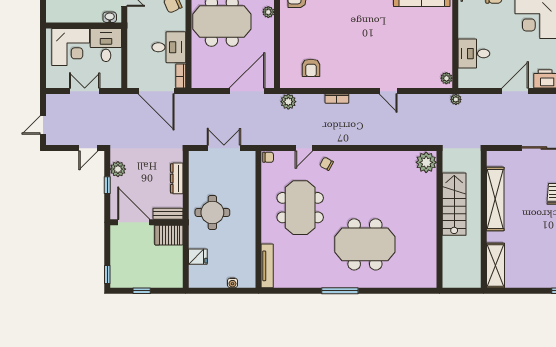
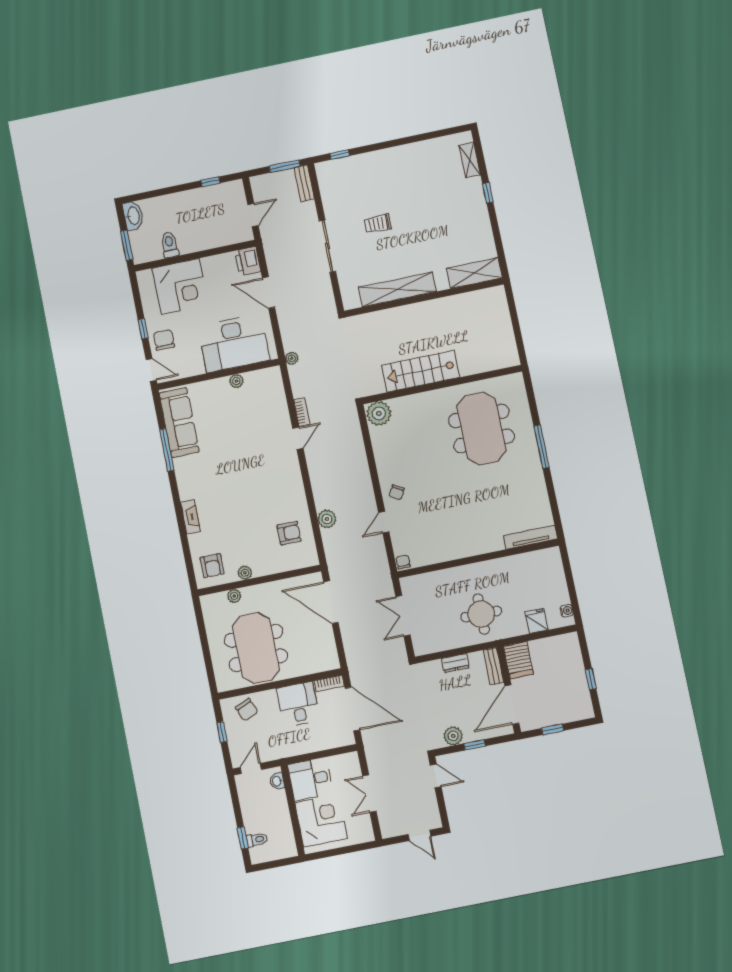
plant: (286, 25) -> (245, 573), added
desk: (474, 54) -> (234, 343), width x1.87, depth x1.30
plant: (446, 78) -> (236, 381), moved
door: (156, 91) -> (352, 709), hinge flipped
bookcase: (337, 99) -> (302, 412), moved
plant: (288, 102) -> (327, 519), moved
door: (304, 148) -> (384, 522), swing flipped
plant: (426, 162) -> (379, 413), moved
dresser: (177, 178) -> (455, 663), width x0.70
stairs: (454, 204) -> (421, 371), moved
meeting table: (300, 208) -> (454, 513), removed
wall: (439, 219) -> (442, 385), moved
window: (107, 275) -> (553, 729), moved
water cooler: (232, 283) -> (567, 611), moved

